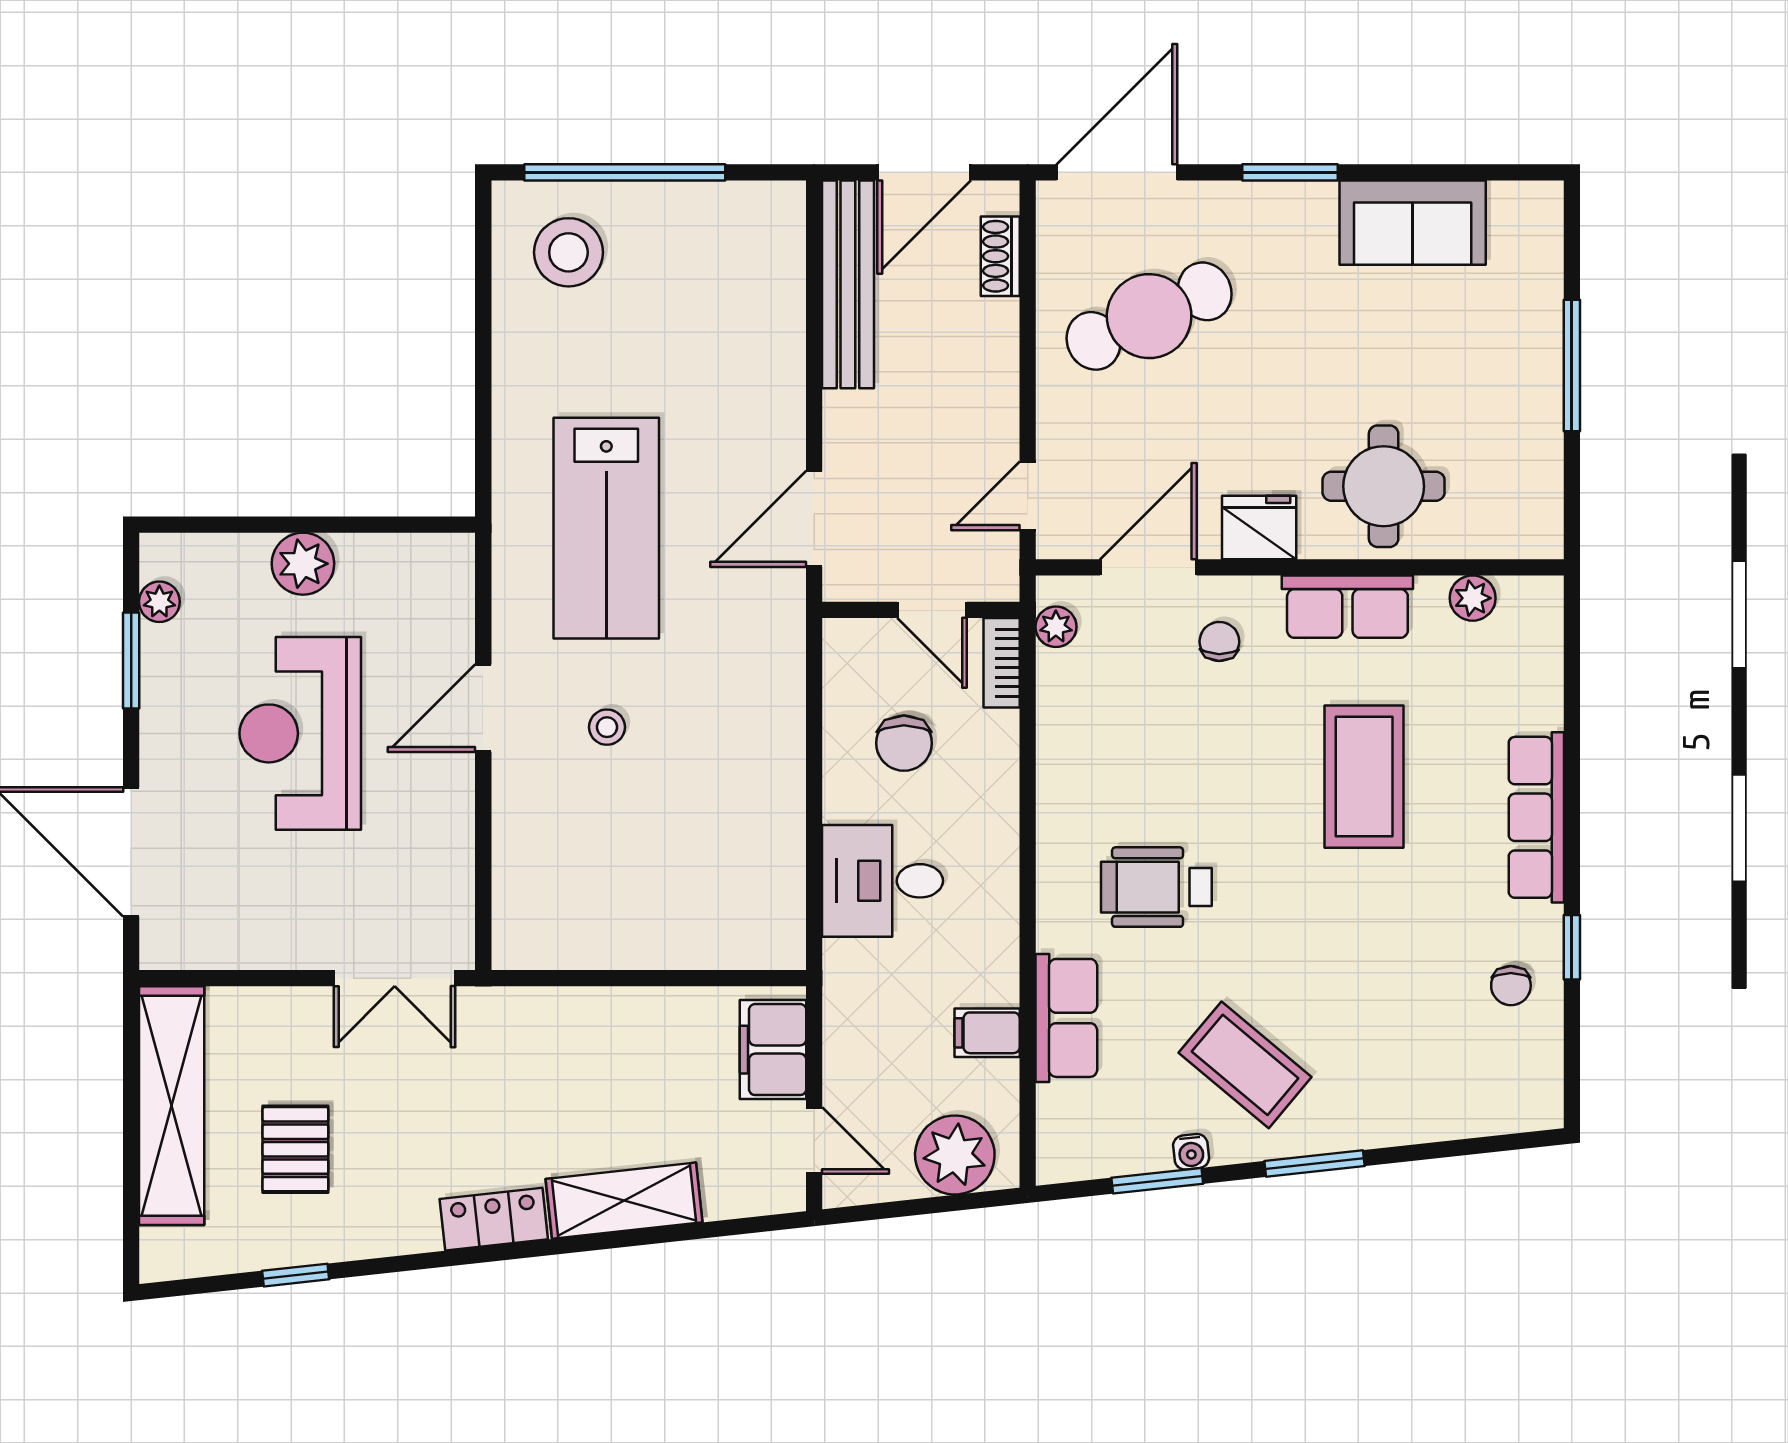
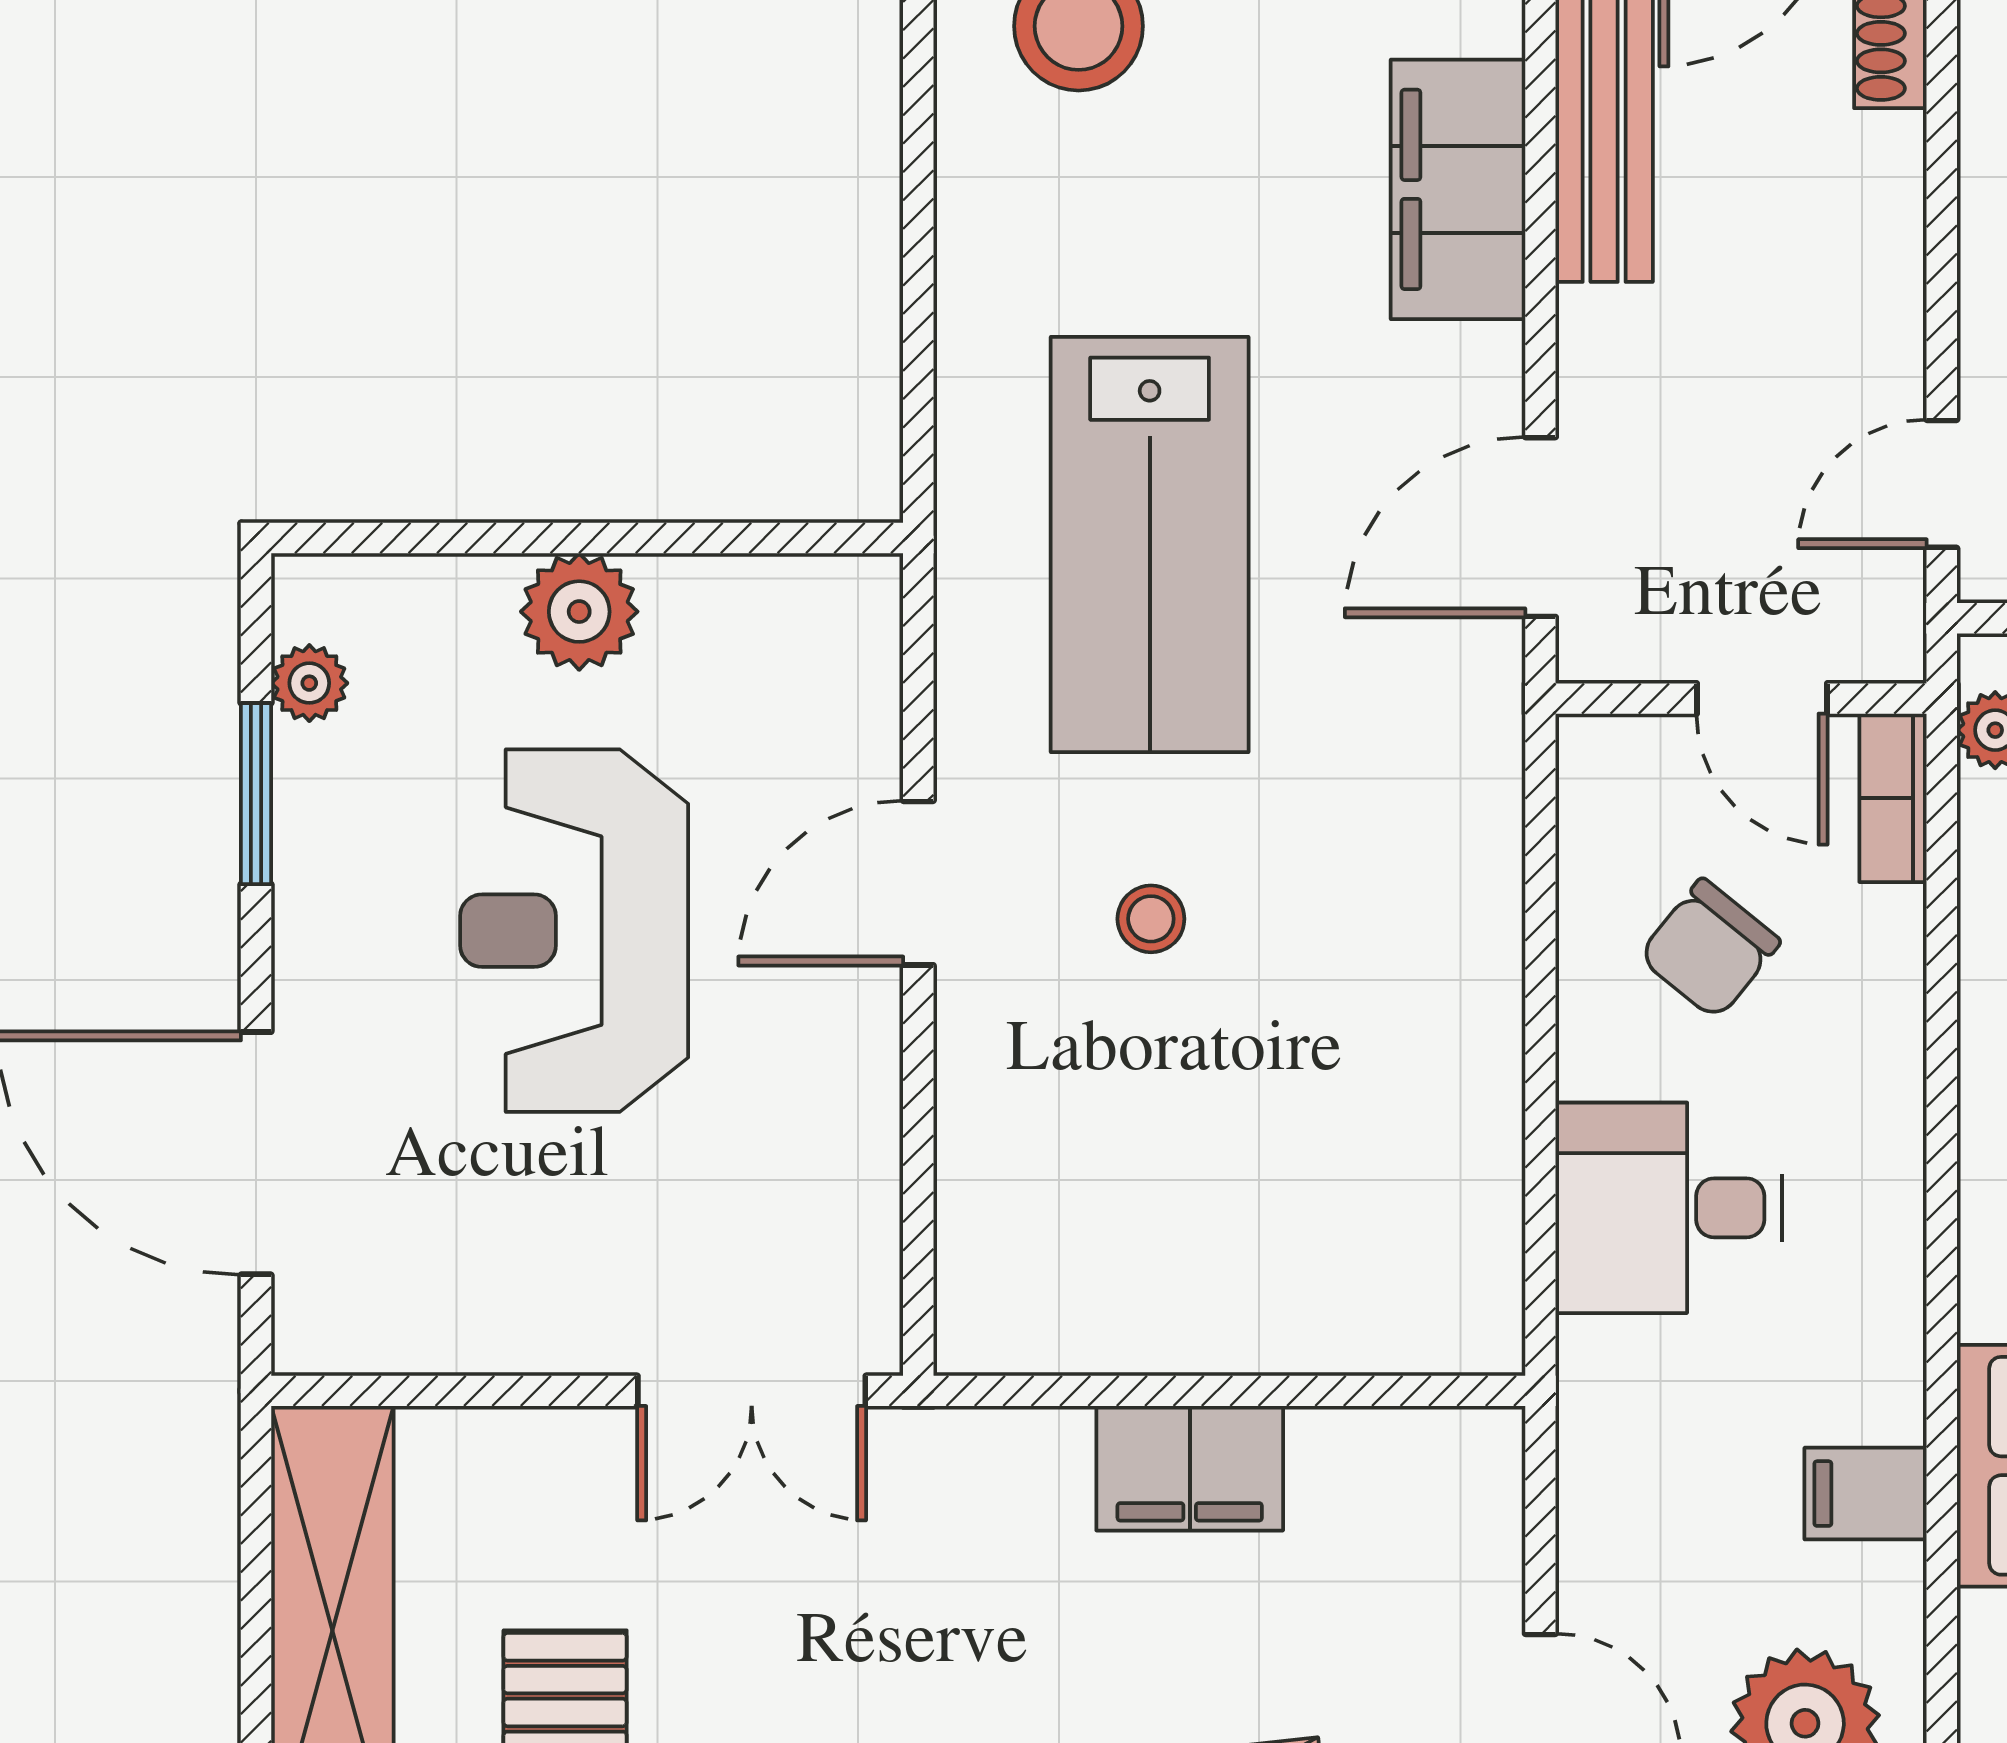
filing cabinet: (770, 339) -> (1458, 189), added
chair: (904, 743) -> (1709, 949), turned 39
filing cabinet: (773, 1050) -> (1190, 1468), moved, turned -90

